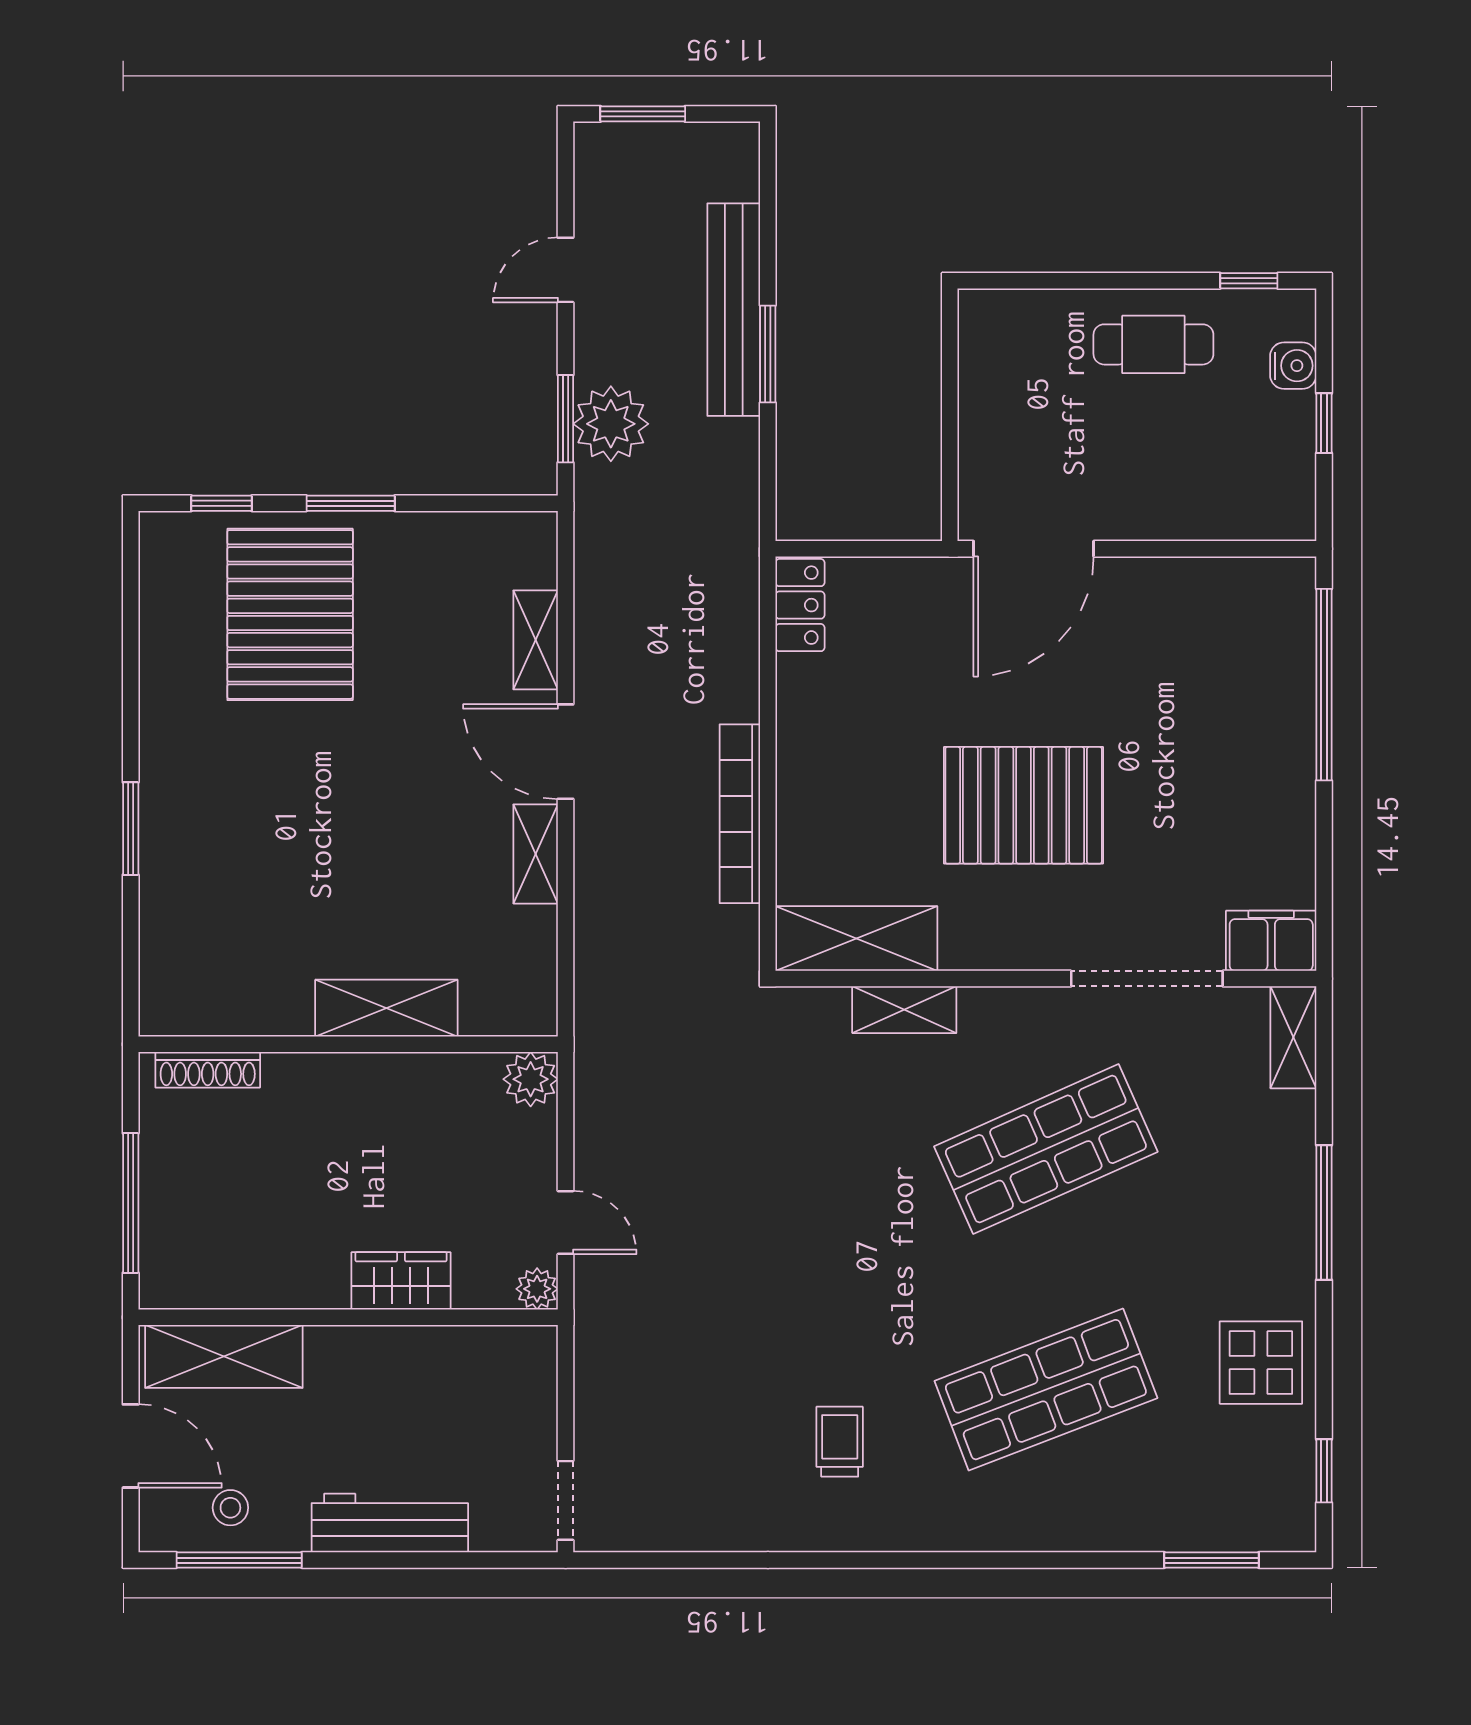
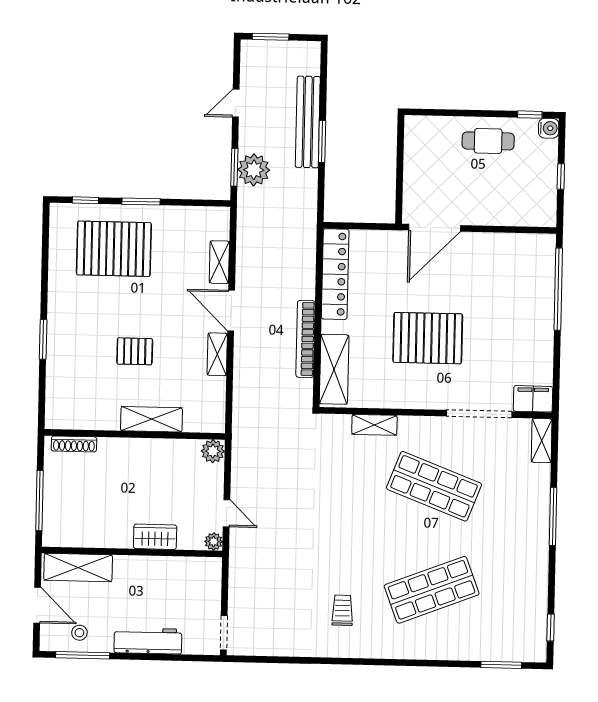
water cooler: (1293, 366) -> (549, 128), moved
locker: (800, 605) -> (335, 274), width x2.16, depth x1.21
pallet: (290, 614) -> (114, 249), turned 90
pallet: (344, 851) -> (135, 351), added
shelving: (856, 939) -> (334, 369), moved, turned 90
shop shelf: (1046, 1149) -> (434, 486), turned 45
display table: (1261, 1363) -> (524, 580), removed

